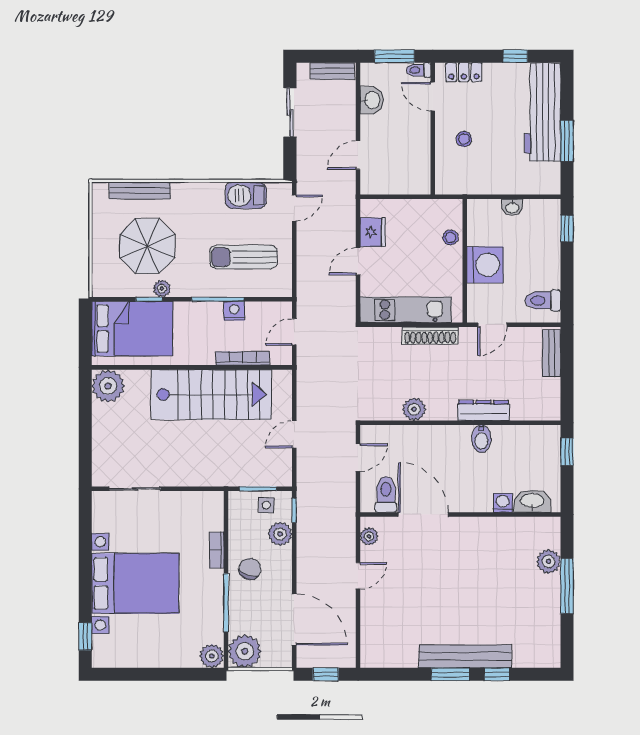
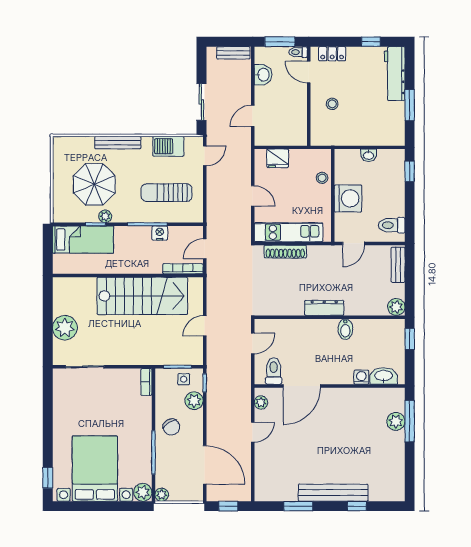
sliding door: (290, 112) -> (201, 102), moved
workbench: (543, 112) -> (395, 74), width x0.73, depth x0.76
bench: (140, 190) -> (118, 143), moved
fridge: (373, 232) -> (278, 158), moved, turned 90
door: (358, 261) -> (253, 196), swing flipped
bed: (132, 329) -> (83, 240), width x0.67
shoe rack: (430, 336) -> (285, 252), moved
bookcase: (243, 358) -> (183, 269), moved
plant: (108, 386) -> (65, 328), moved
plant: (414, 409) -> (396, 307), moved
dresser: (484, 410) -> (324, 308), moved
door: (423, 514) -> (302, 386), swing flipped
bookcase: (217, 550) -> (146, 382), moved
chair: (250, 569) -> (171, 427), turned 129
bed with nightstands: (135, 583) -> (95, 469), moved, turned -90
window: (567, 586) -> (410, 421), moved
plant: (245, 651) -> (162, 495), width x0.53, depth x0.53
window: (450, 674) -> (298, 506), moved

